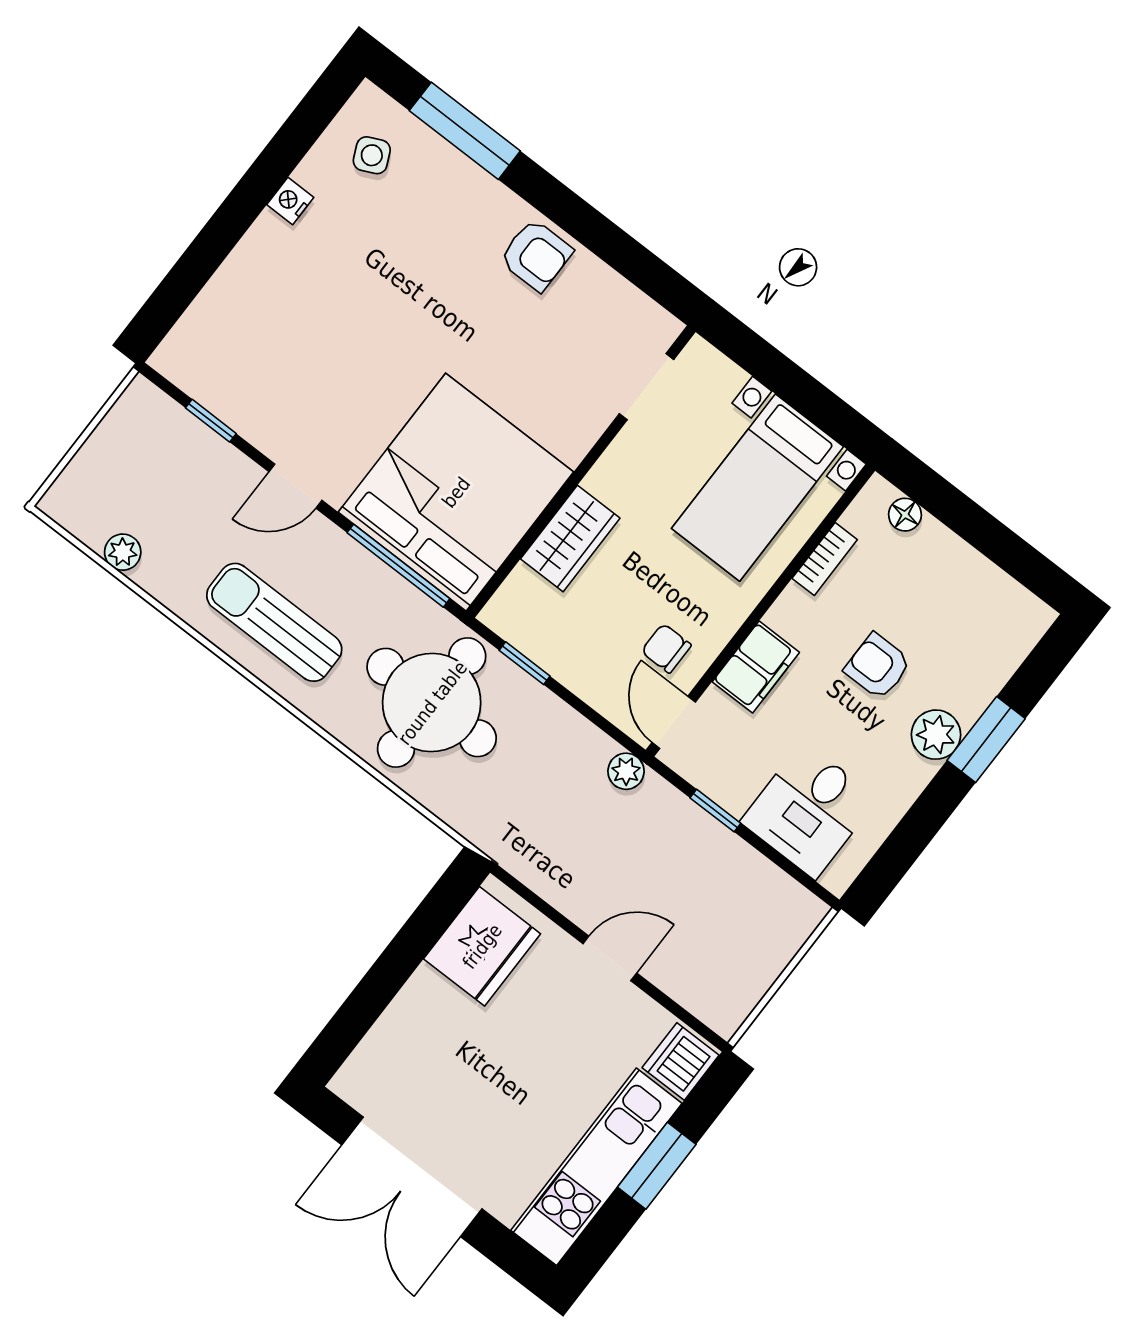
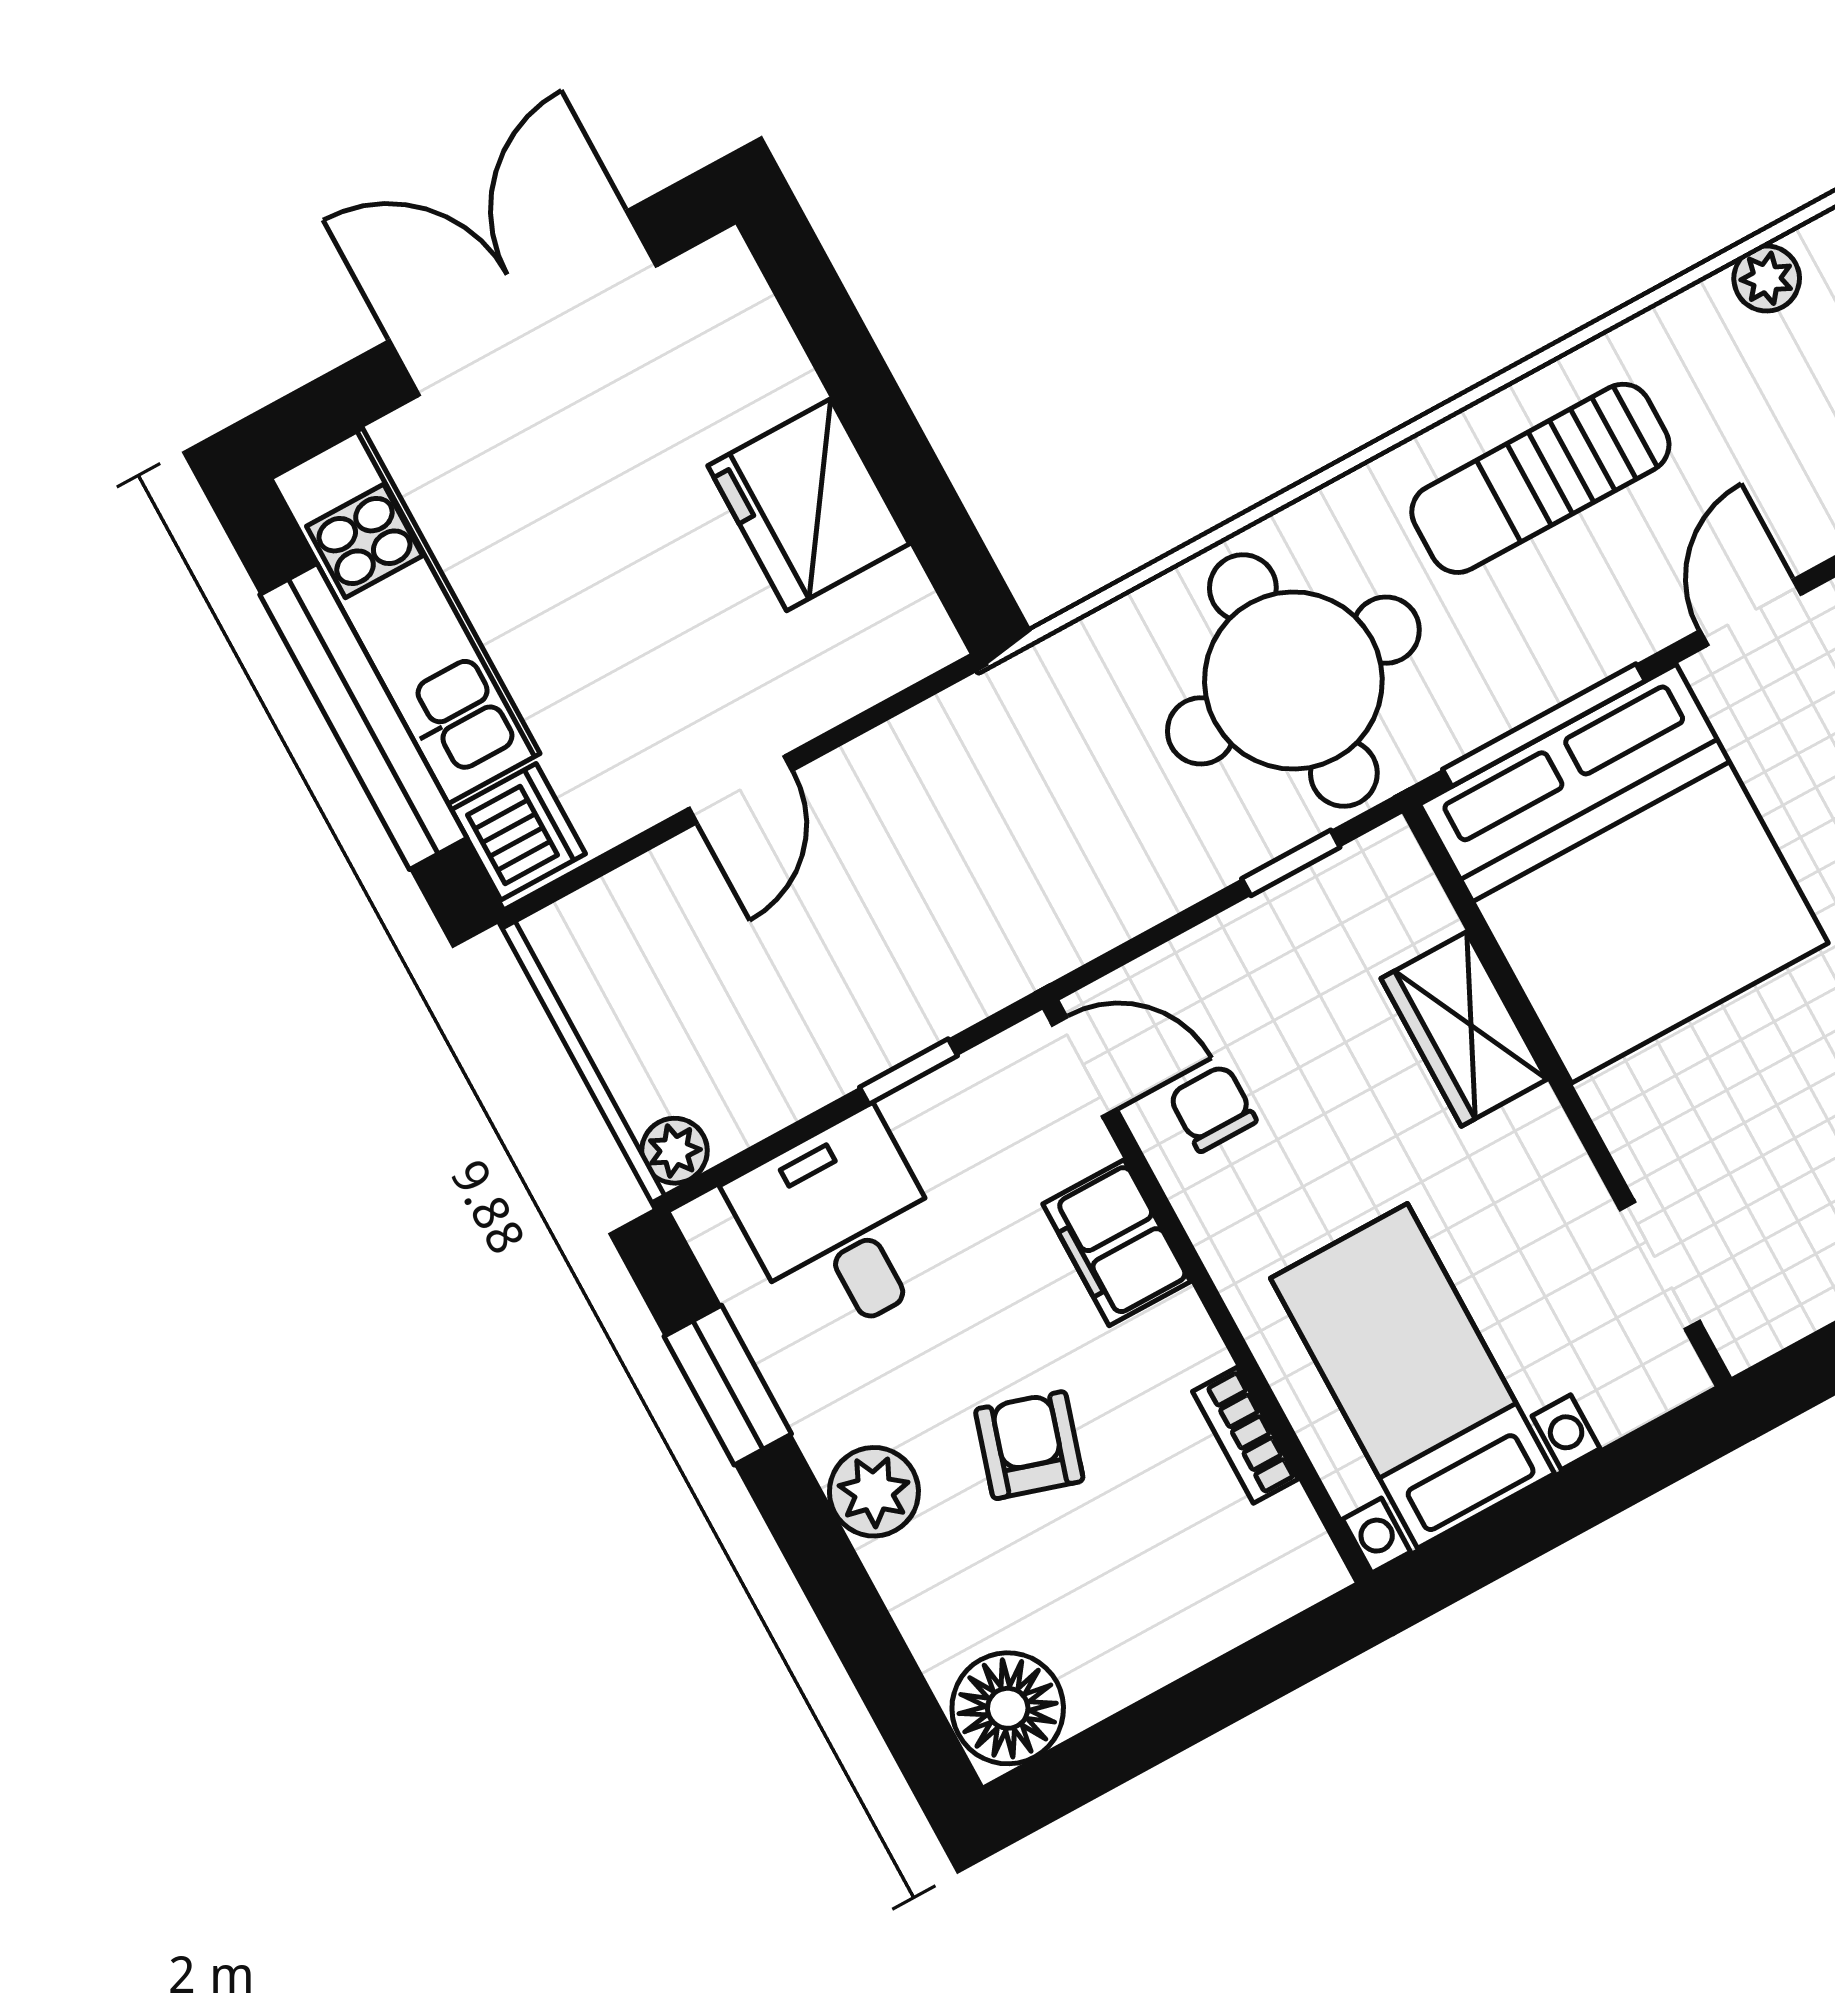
floor lamp: (905, 515) -> (1008, 1708), moved, width x1.89, depth x1.89
sun lounger: (274, 622) -> (1540, 478), turned 180
chair: (666, 648) -> (1213, 1108), turned -90
armchair: (878, 666) -> (1029, 1445), turned -73
window: (986, 740) -> (728, 1385), moved
plant: (626, 771) -> (675, 1151), moved
fridge: (482, 946) -> (809, 505), moved
window: (657, 1166) -> (363, 716), width x2.11

